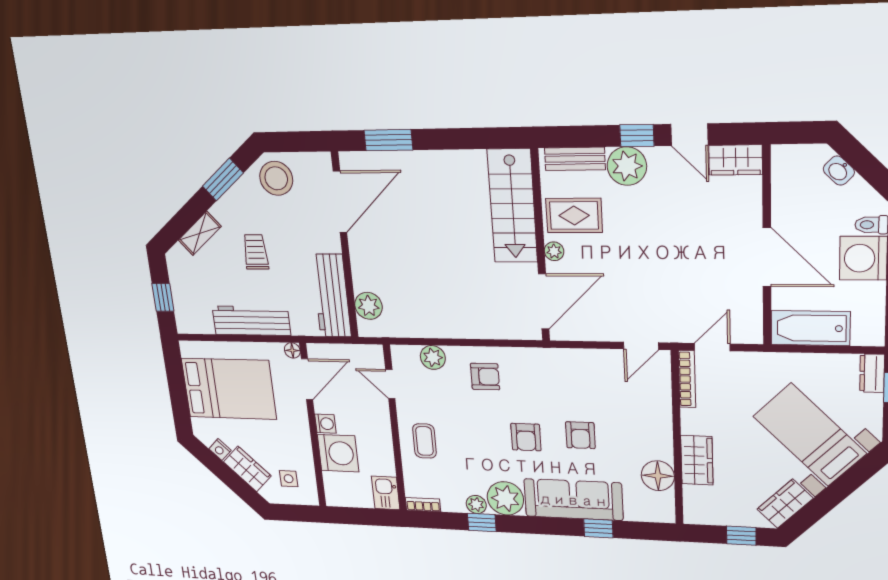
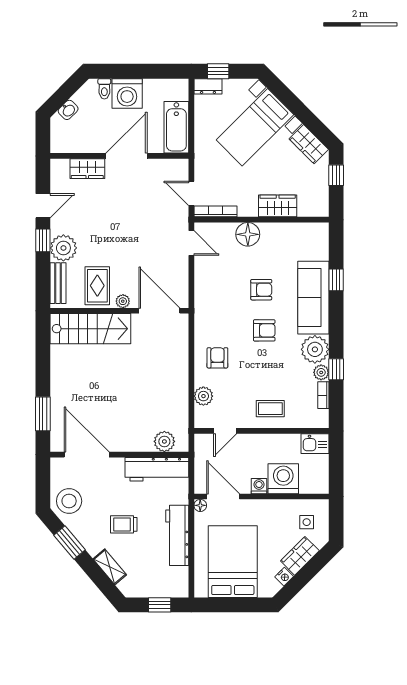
wardrobe: (736, 160) -> (87, 169), moved, turned 90
floor lamp: (658, 476) -> (248, 234), moved
bookcase: (423, 505) -> (323, 395), moved

